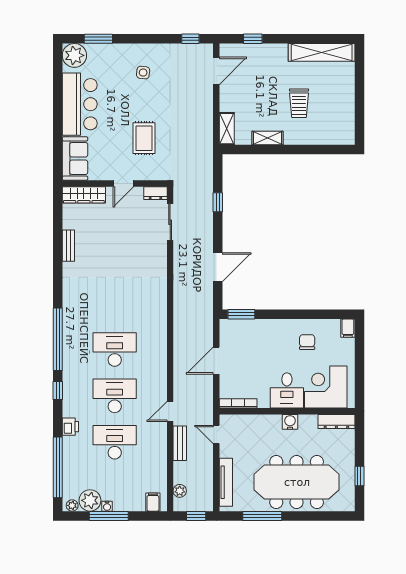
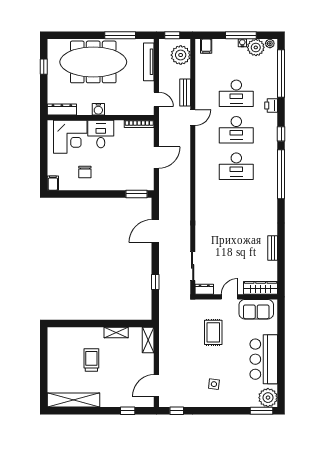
window: (98, 39) -> (261, 411), moved
sofa: (75, 159) -> (256, 309), moved, turned -90
plant: (180, 491) -> (181, 55), width x1.87, depth x1.87

